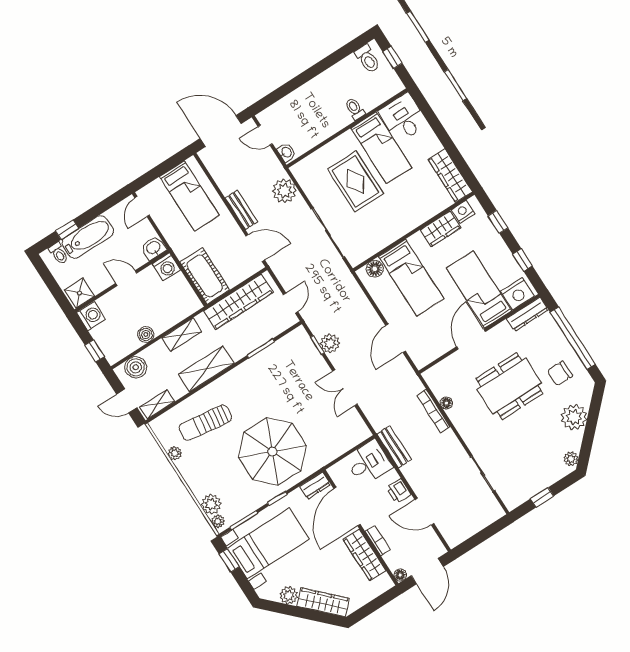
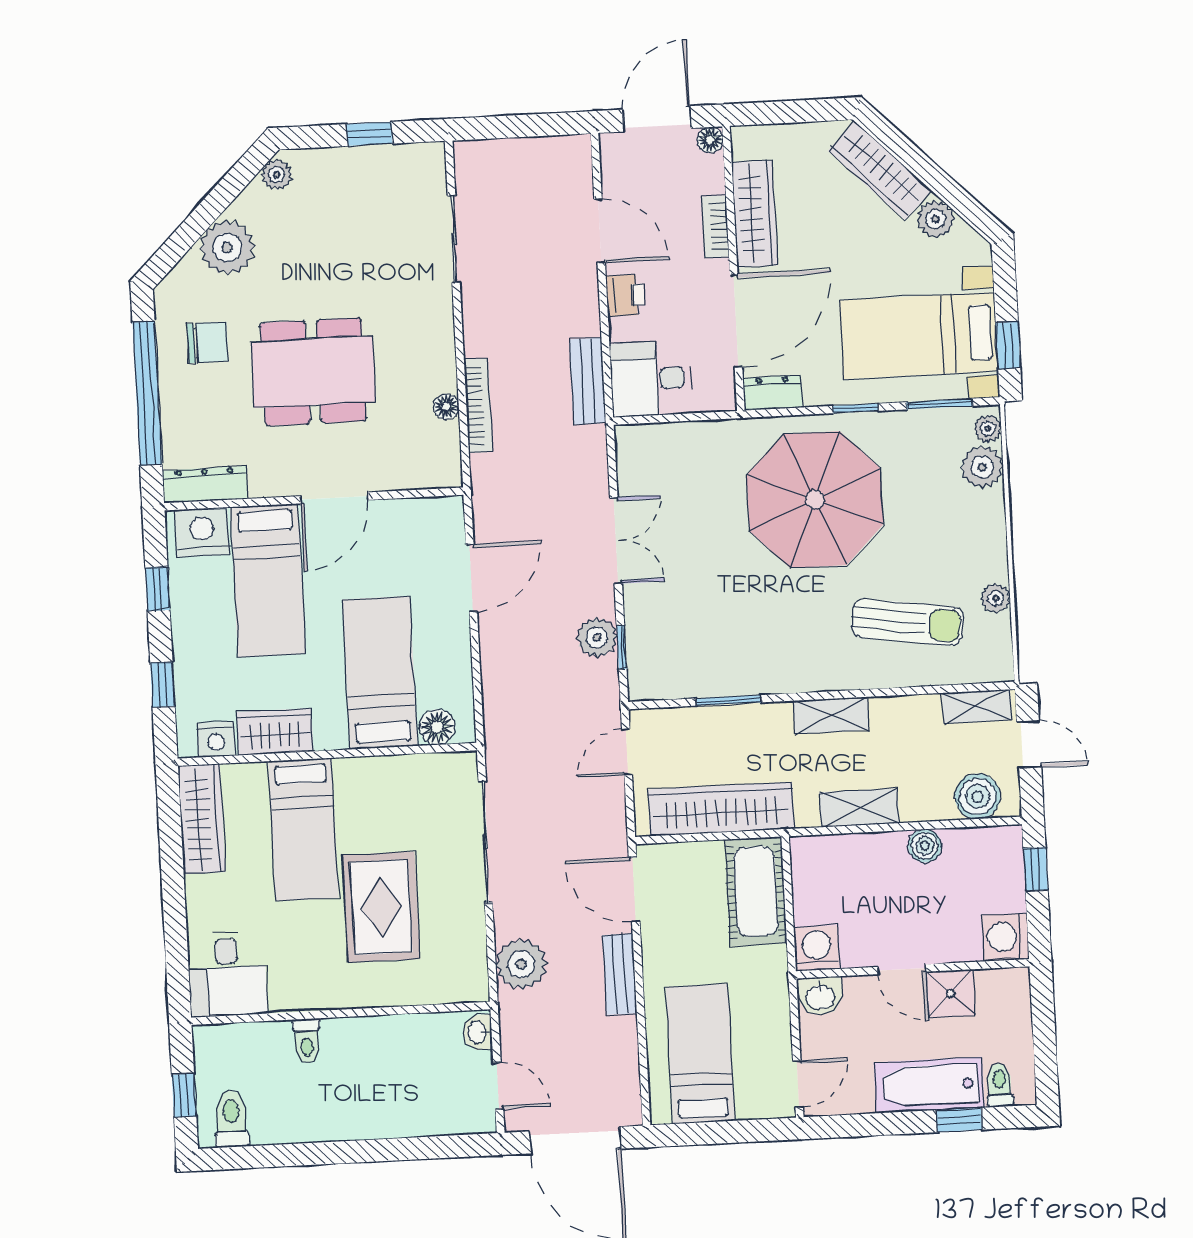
bed: (381, 148) -> (304, 829), moved, turned 180
shower: (80, 293) -> (951, 994), moved
shelving: (206, 369) -> (831, 715), width x0.67, depth x0.75

